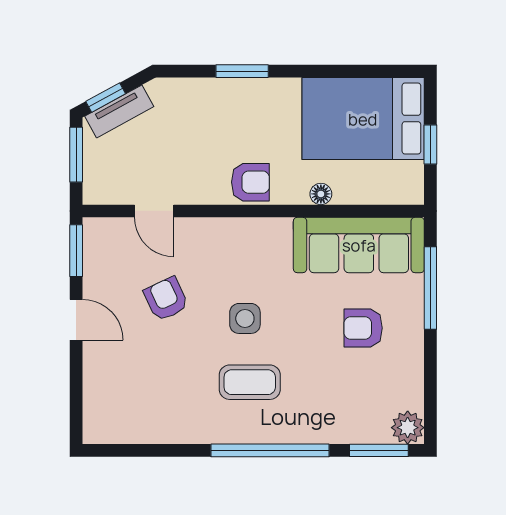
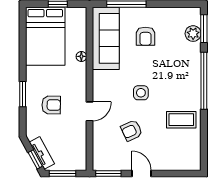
armchair: (250, 182) -> (51, 105), moved, turned 91
door: (154, 211) -> (89, 111), moved
door: (76, 320) -> (141, 174), hinge flipped
coffee table: (250, 382) -> (181, 120), moved, turned 90
plant: (408, 428) -> (193, 34), moved

